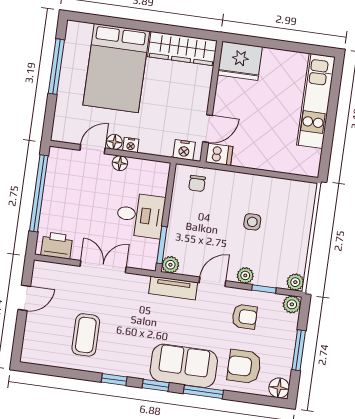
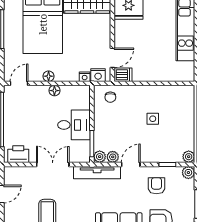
nightstand: (131, 145) -> (85, 77), moved
door: (93, 149) -> (19, 83), moved
plant: (245, 275) -> (113, 157), moved
tv unit: (173, 288) -> (97, 173), width x1.41
armchair: (245, 317) -> (156, 186), turned -90

